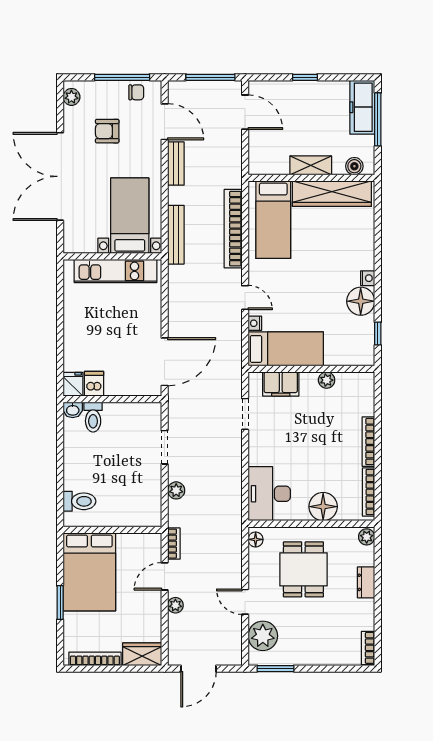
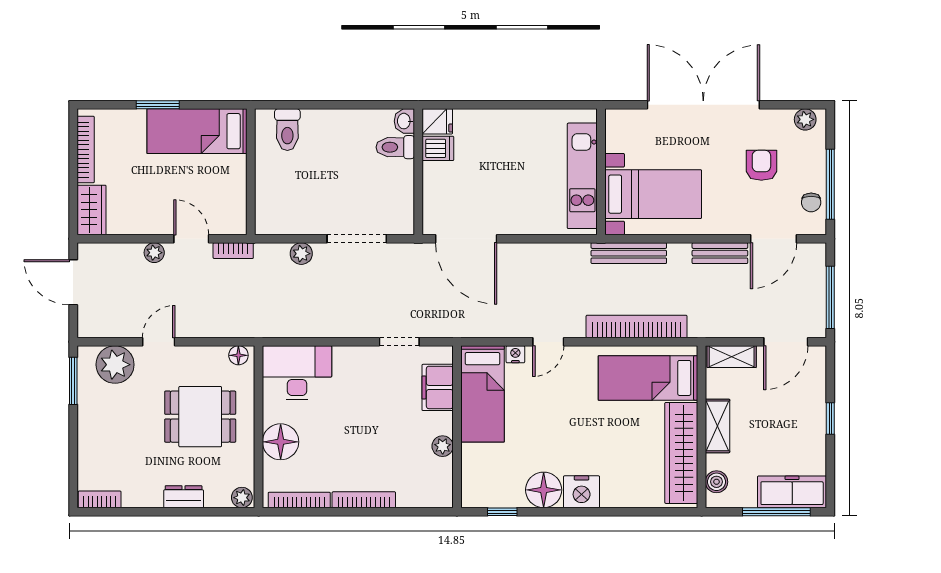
shelving: (257, 154) -> (732, 357), added
nightstand: (368, 278) -> (582, 492), width x1.89, depth x1.79
doorway: (165, 447) -> (357, 239), width x1.38
bed: (89, 572) -> (197, 131), width x0.67

